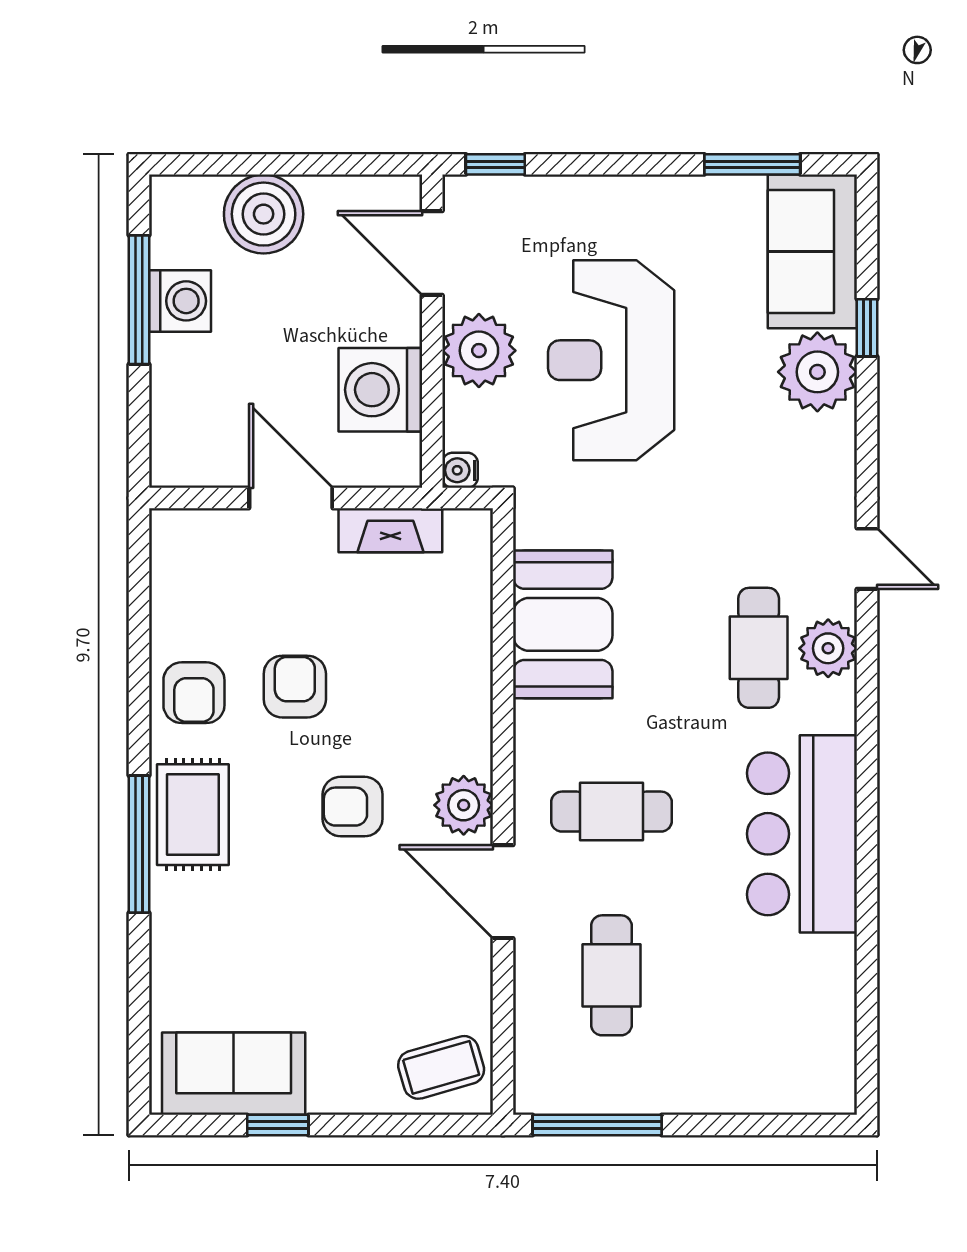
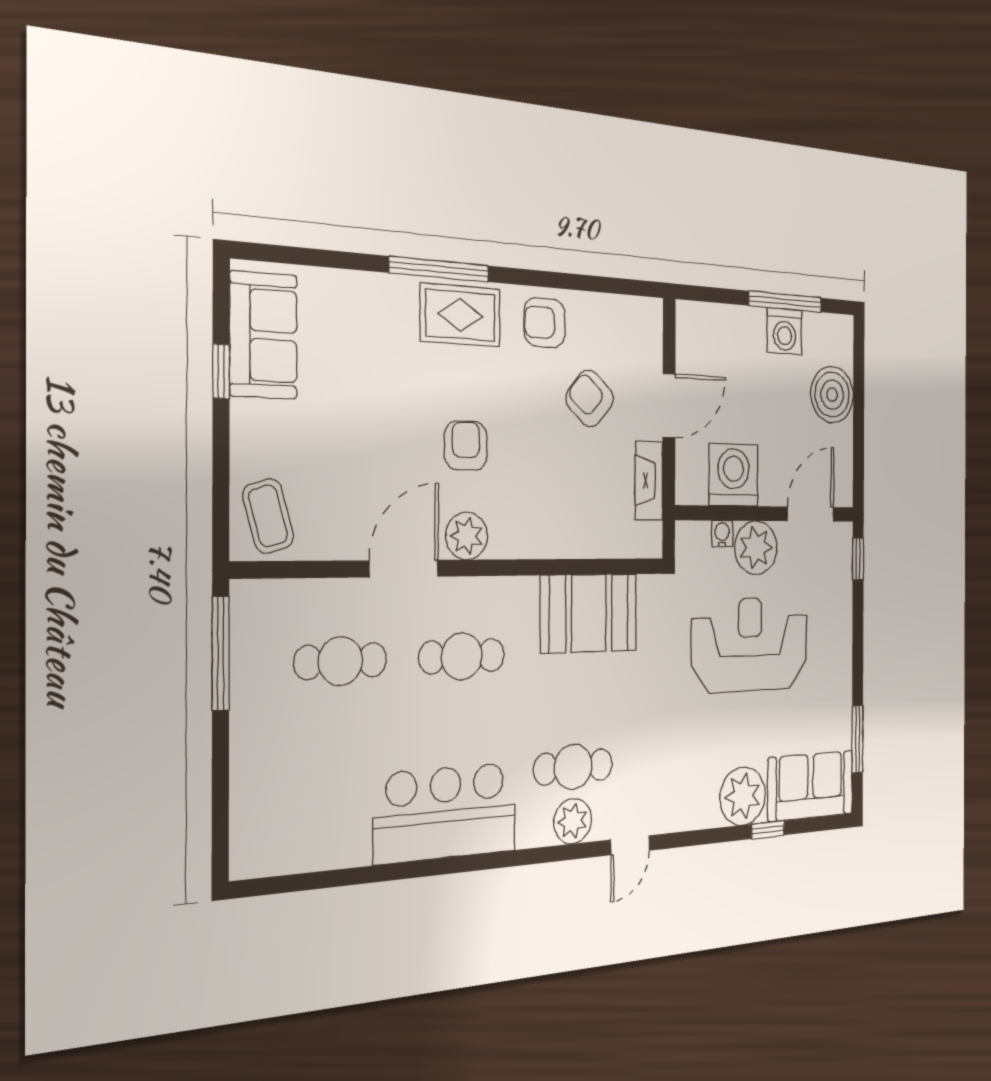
water cooler: (460, 470) -> (722, 534), moved
armchair: (295, 687) -> (590, 398), moved, turned -139
cafe table: (611, 812) -> (462, 656), turned 90

